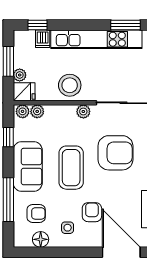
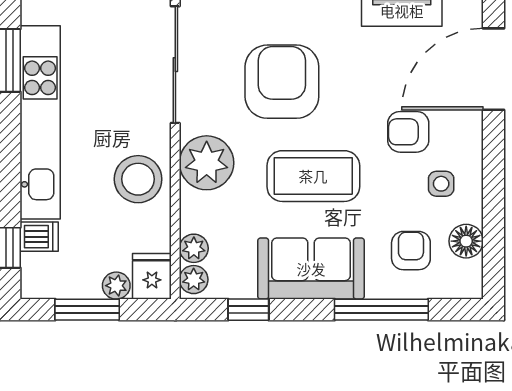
plant: (83, 111) -> (207, 163), width x1.87, depth x1.87

